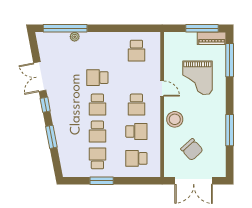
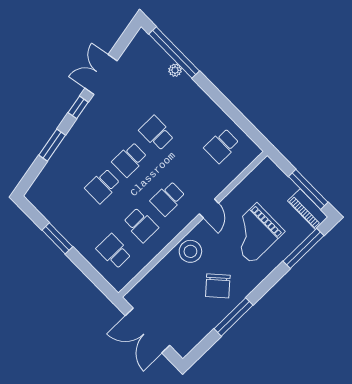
chair: (192, 150) -> (218, 286), moved
school desk: (97, 158) -> (76, 212), removed

